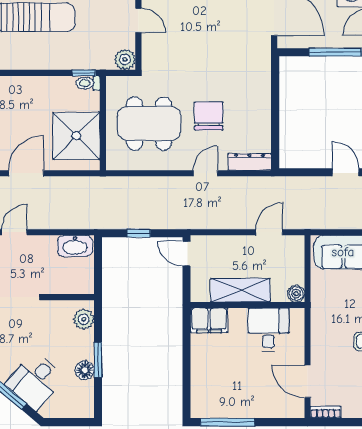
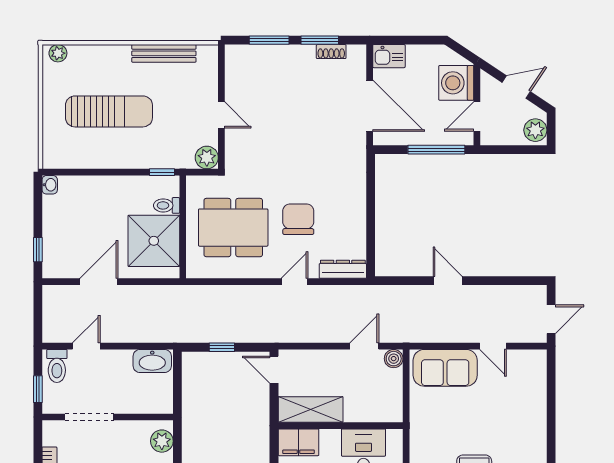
toilet: (88, 83) -> (167, 205), moved
shelving: (240, 290) -> (311, 409), moved
boiler: (296, 294) -> (394, 359), moved

